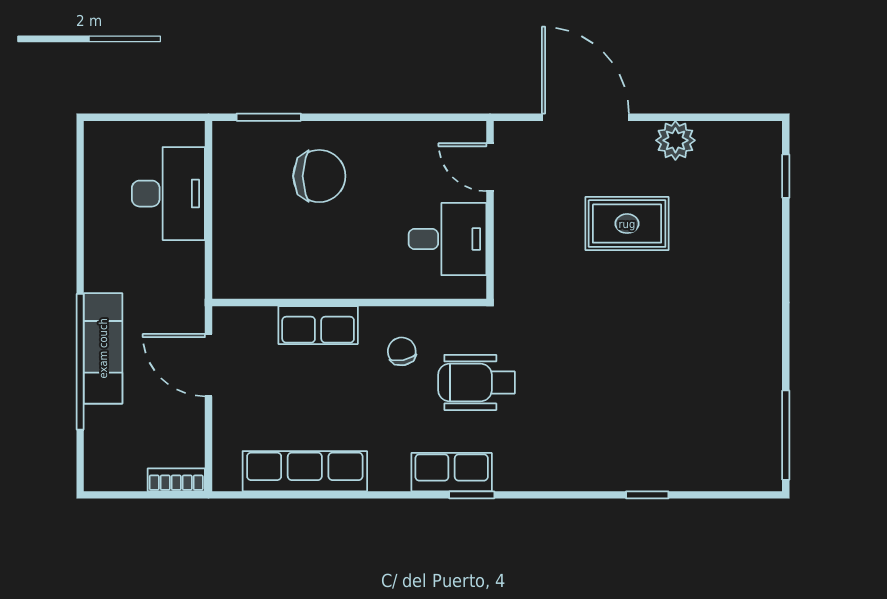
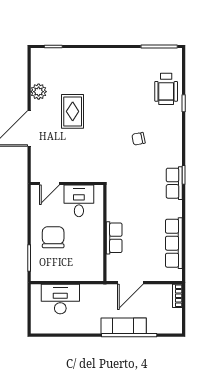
door: (490, 167) -> (50, 183), moved
wall: (490, 210) -> (67, 183), moved
desk: (447, 239) -> (79, 201), moved
chair: (402, 351) -> (138, 139), moved
wheelchair: (476, 382) -> (166, 89), moved

